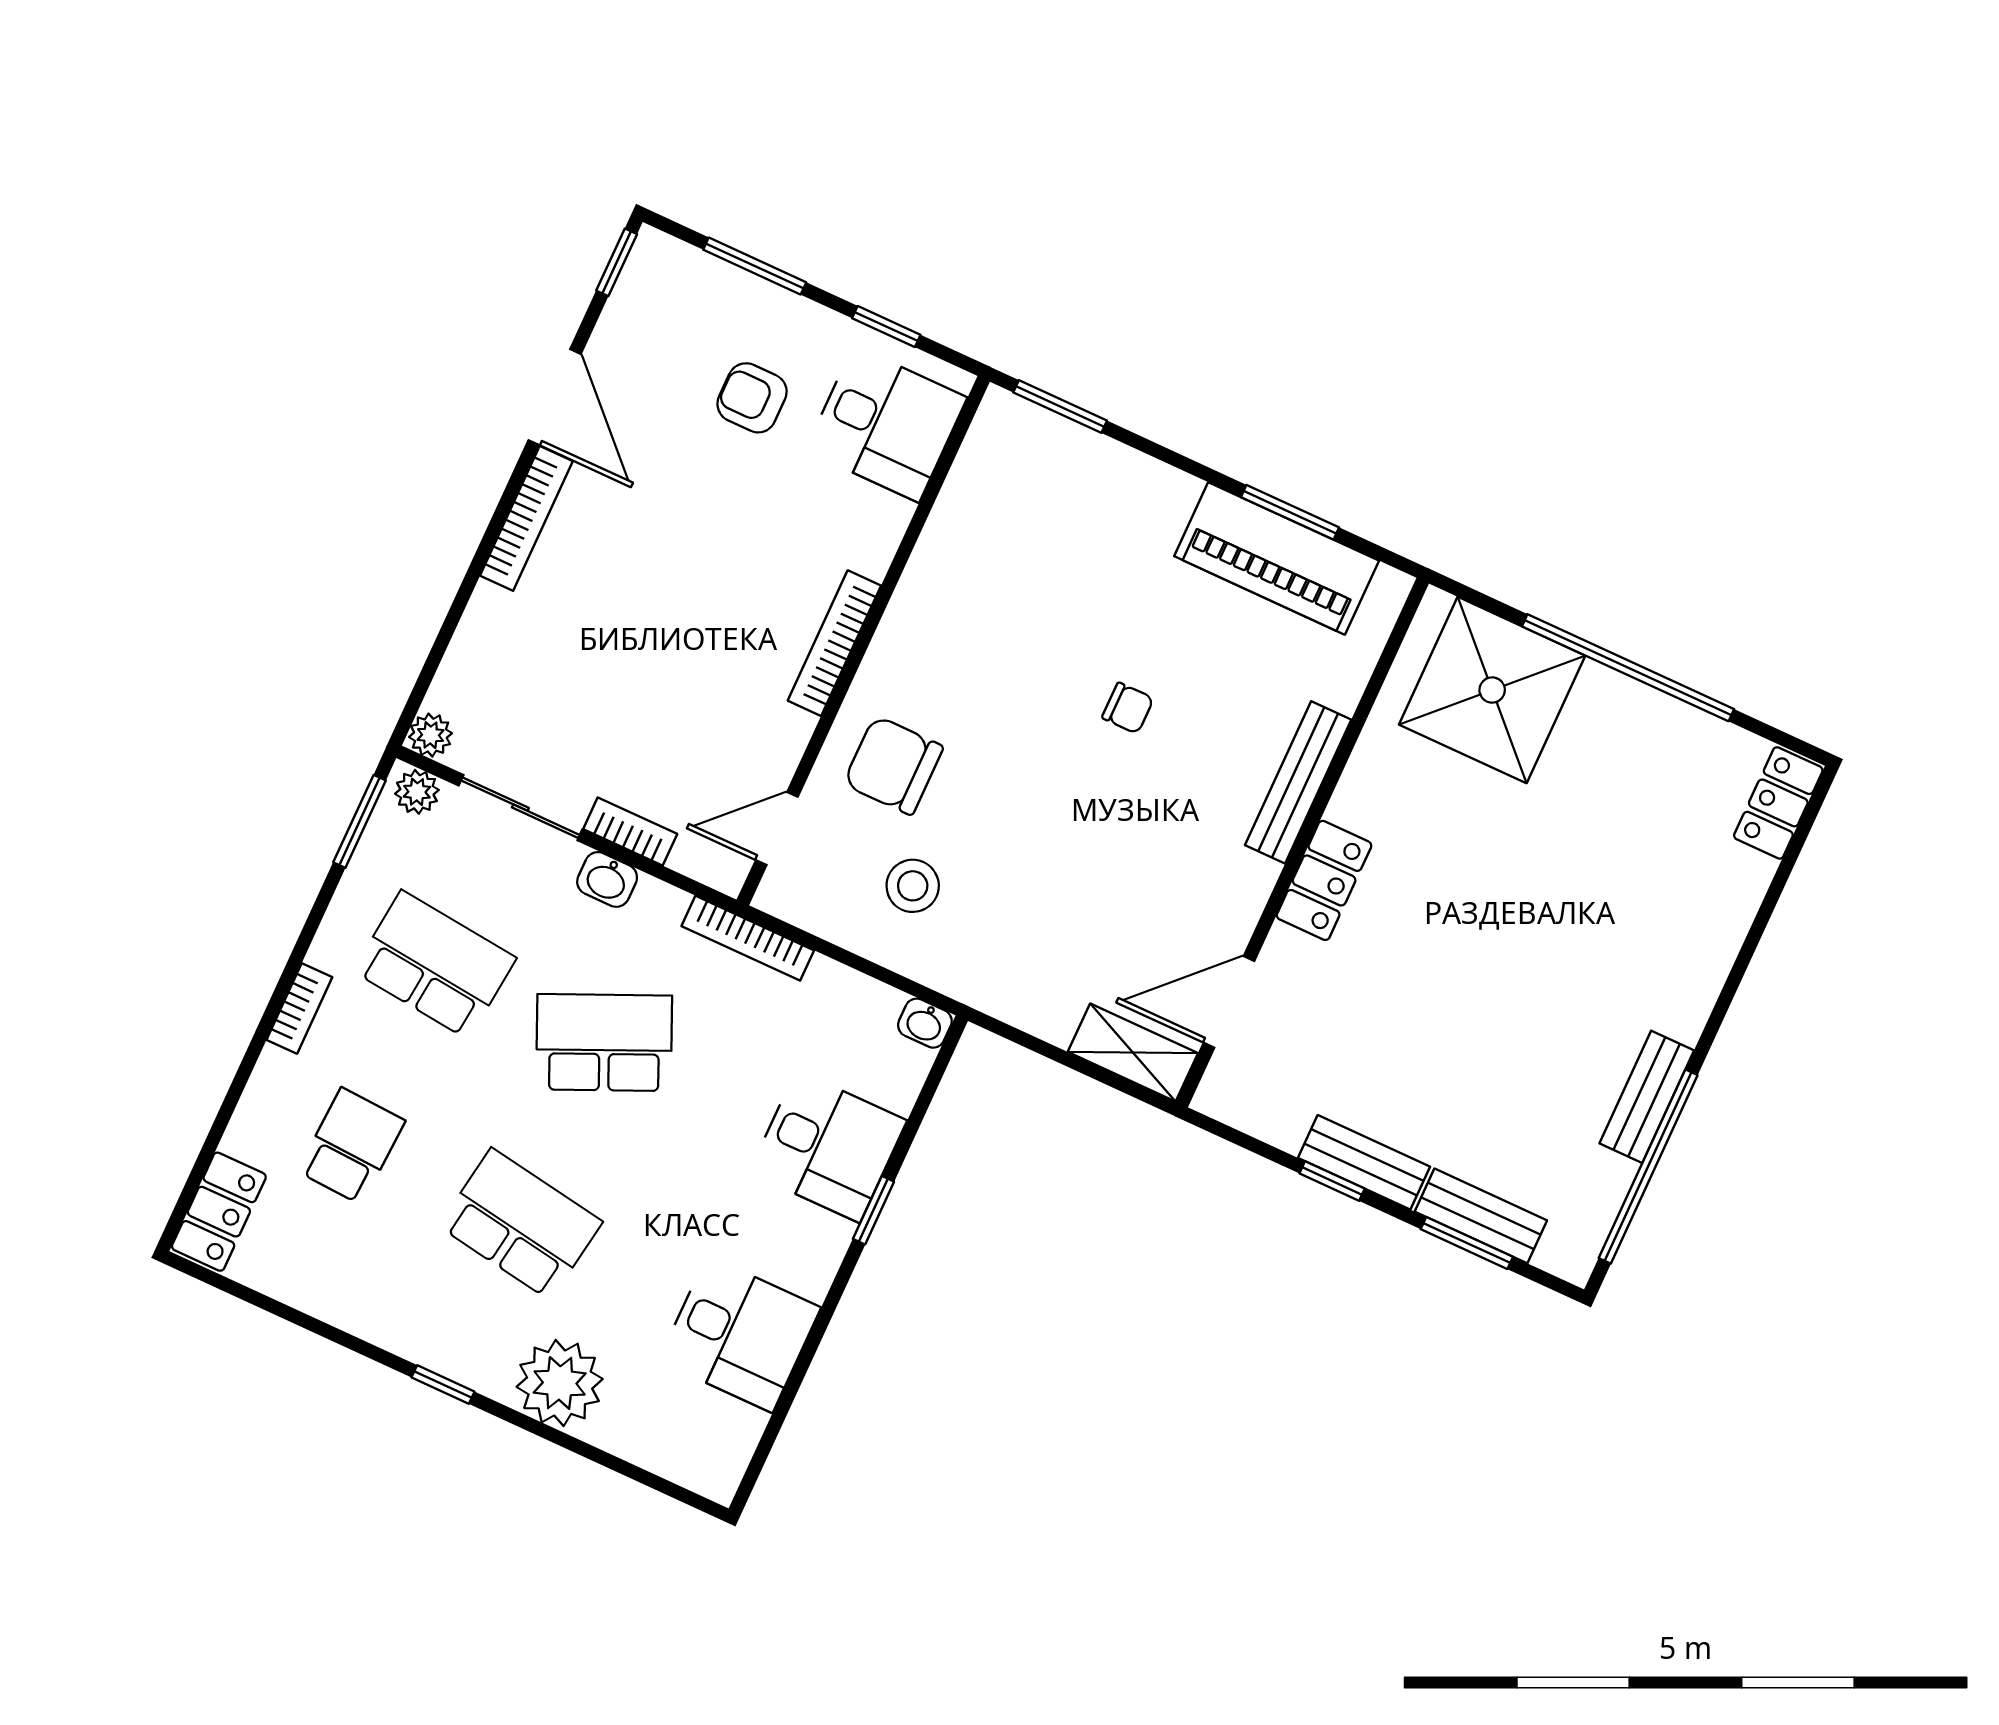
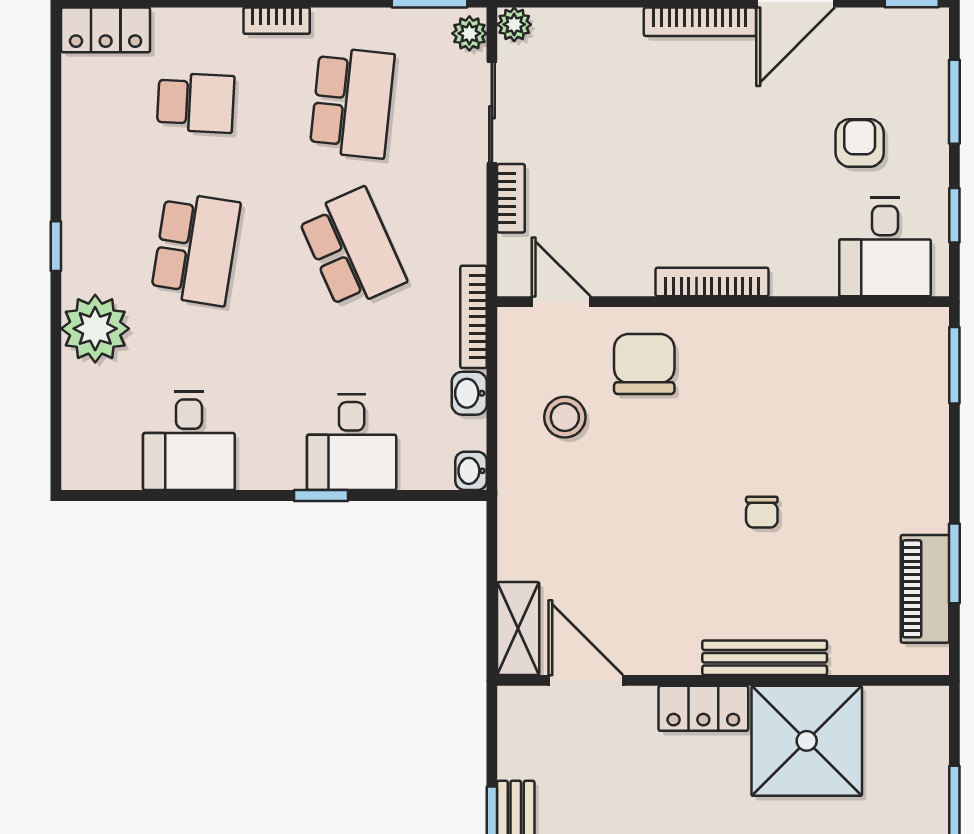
piano: (1277, 558) -> (925, 589), width x0.73, depth x0.75
shower: (1492, 690) -> (807, 741), moved
washbasin: (607, 879) -> (469, 393), moved

